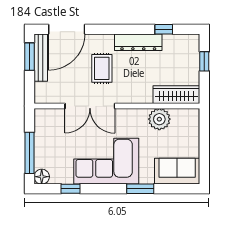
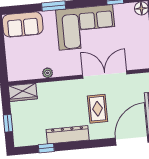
wardrobe: (176, 95) -> (23, 92), width x0.67
plant: (159, 119) -> (48, 73), width x0.53, depth x0.53

